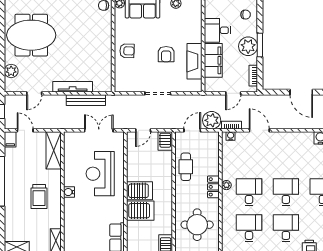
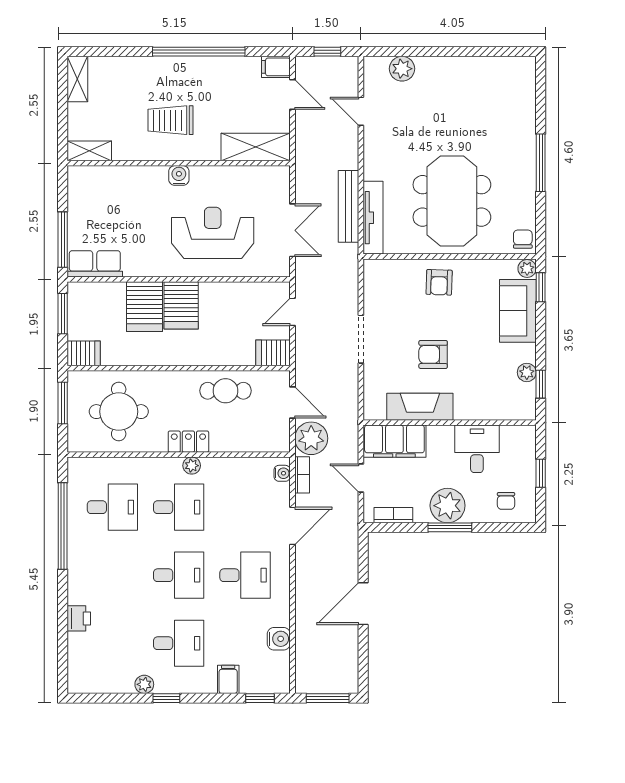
meeting table: (31, 35) -> (452, 201), moved
filing cabinet: (213, 60) -> (394, 441), moved
tv unit: (73, 87) -> (373, 218), moved
door: (25, 130) -> (293, 95), hinge flipped
door: (143, 130) -> (293, 312), hinge flipped
desk: (286, 228) -> (245, 575), moved

